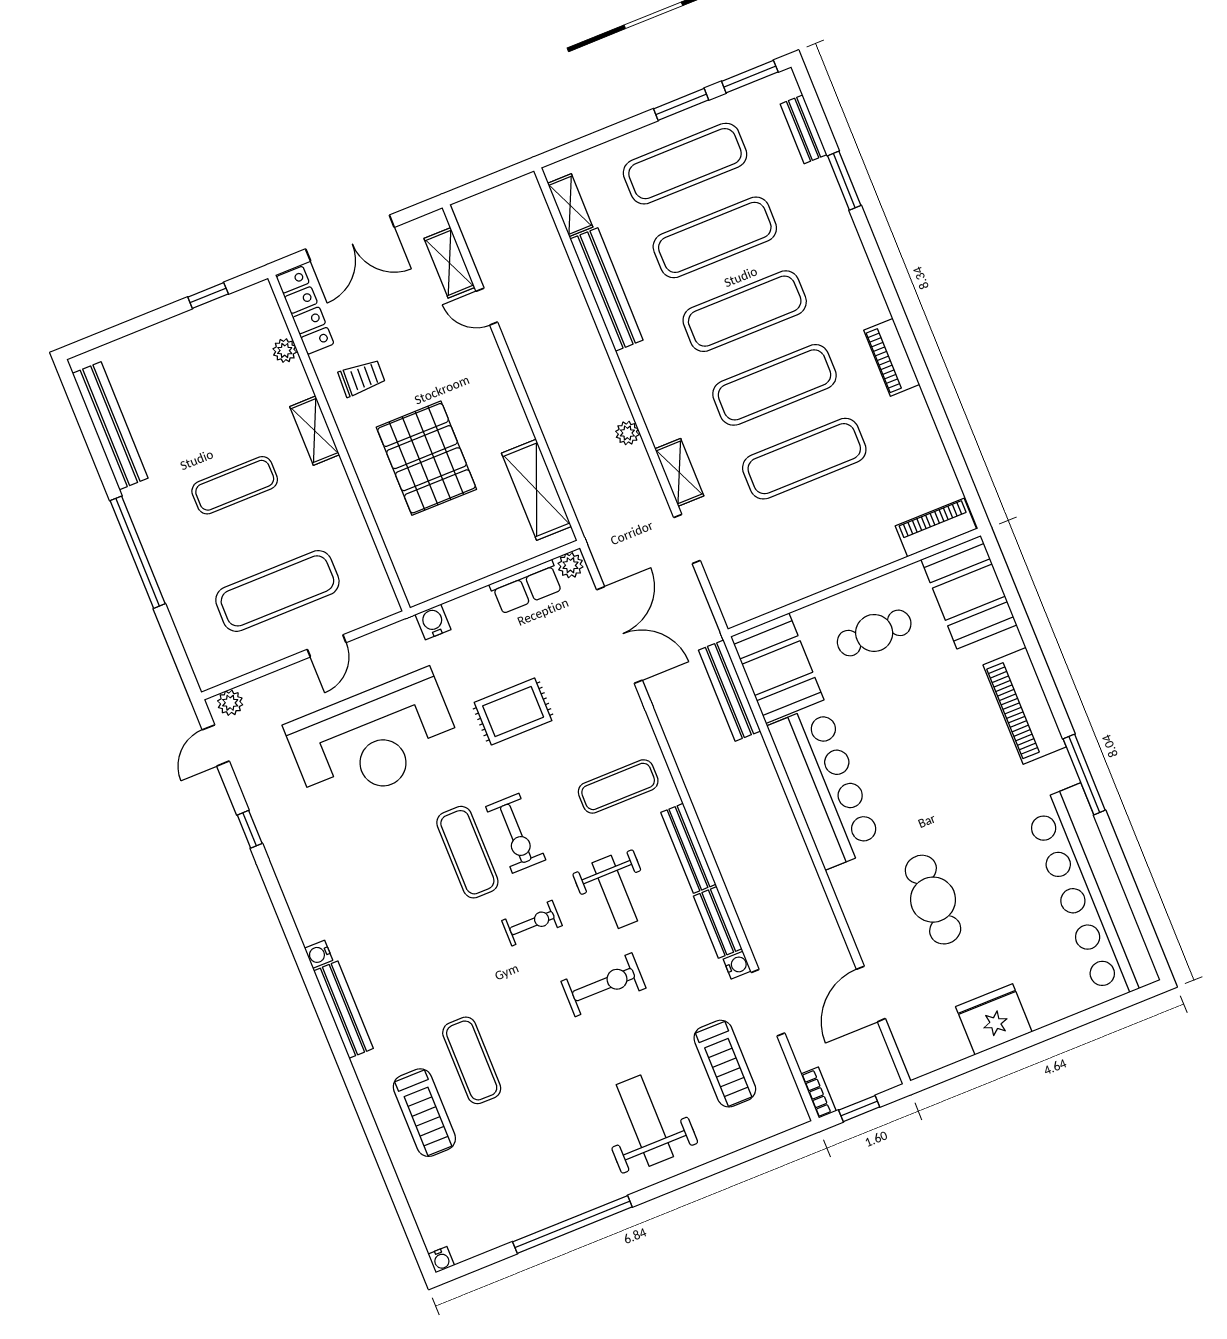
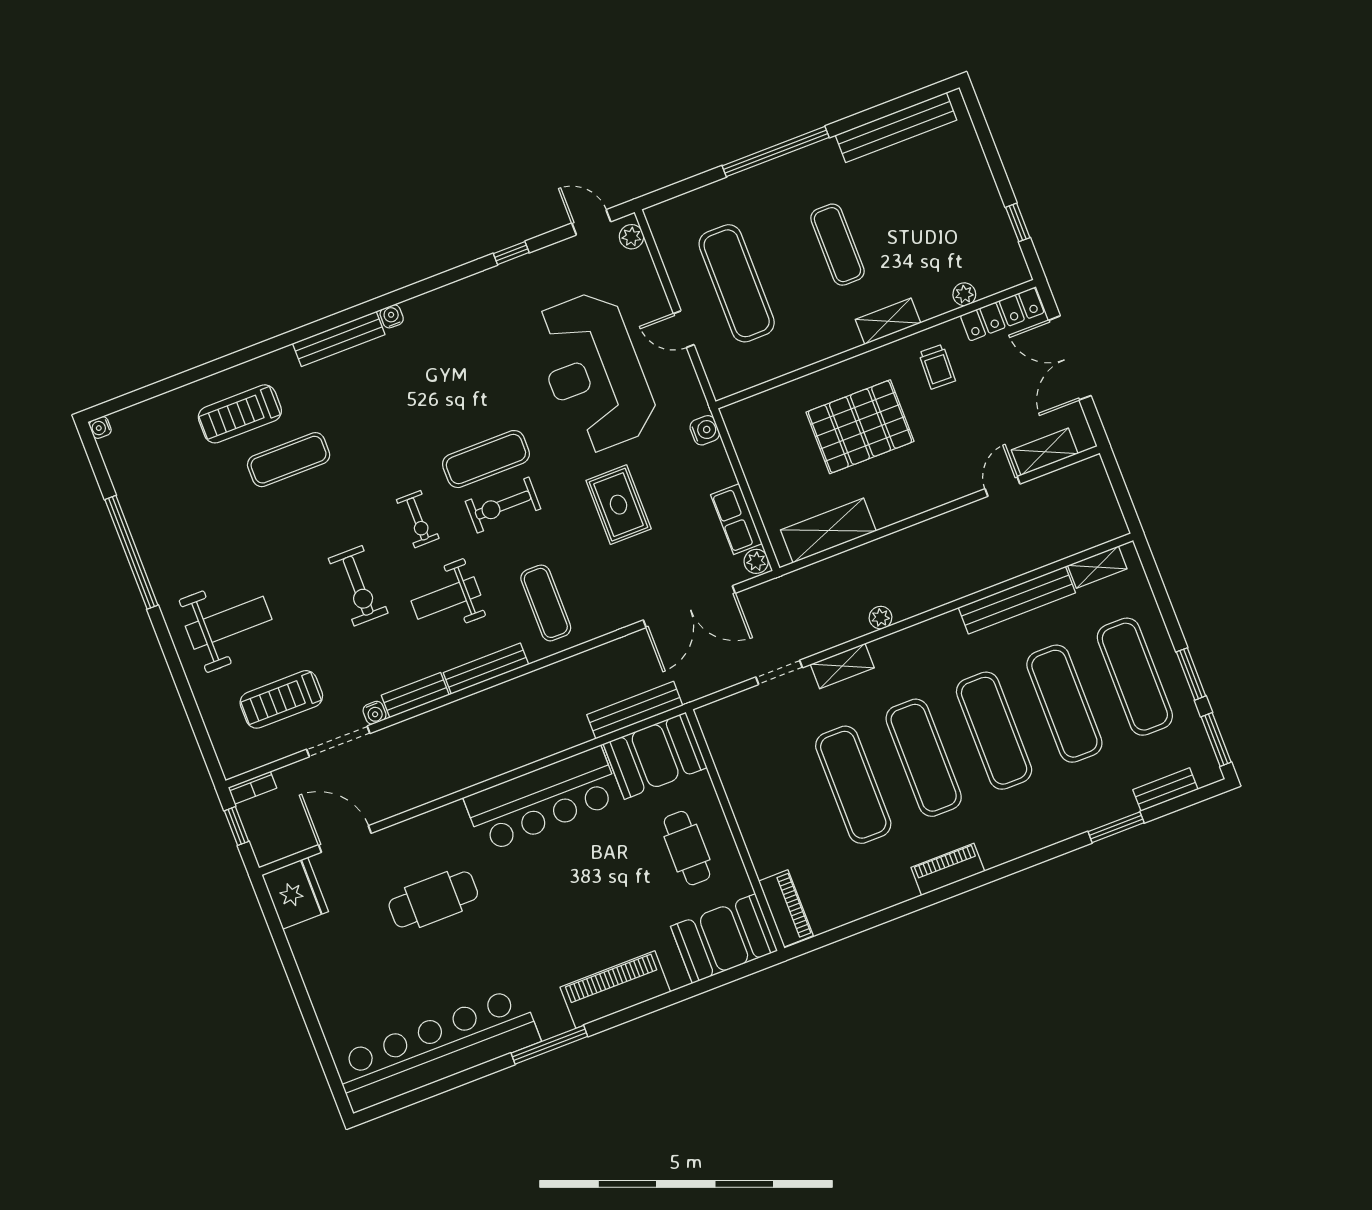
fridge: (994, 1019) -> (295, 893), moved

